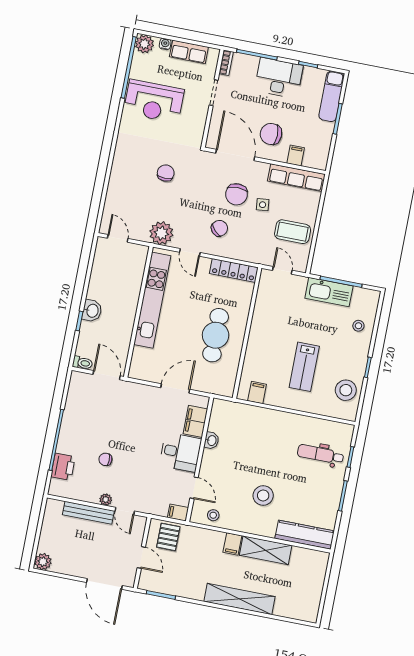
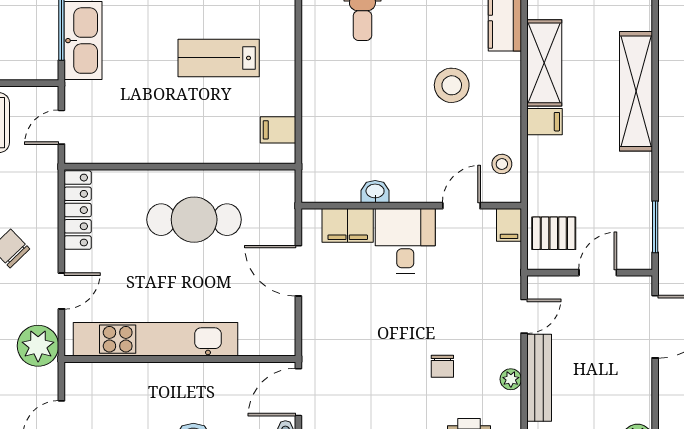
lab bench: (304, 367) -> (219, 58), turned 180
plant: (106, 500) -> (511, 379), moved

